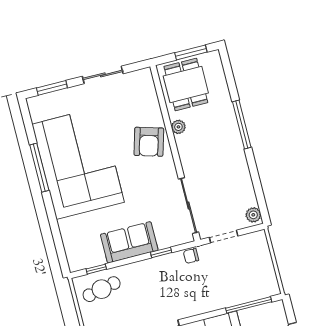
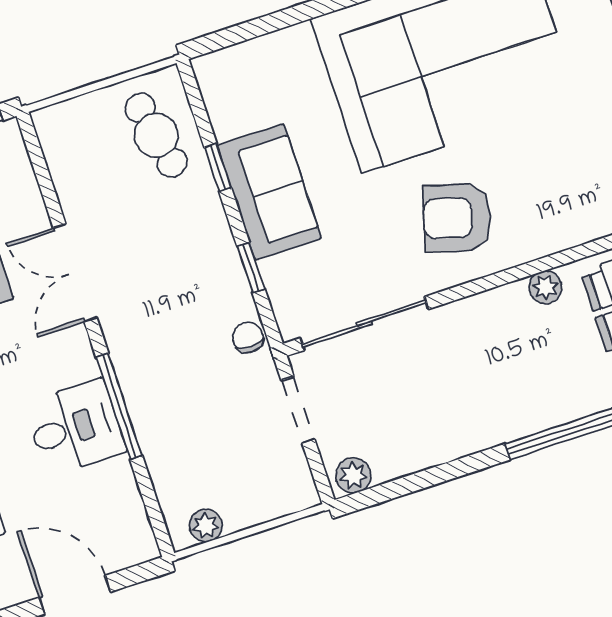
armchair: (149, 142) -> (457, 218), moved
window: (96, 269) -> (218, 167), moved
plant: (270, 280) -> (206, 526), added
window: (249, 305) -> (119, 406), moved

